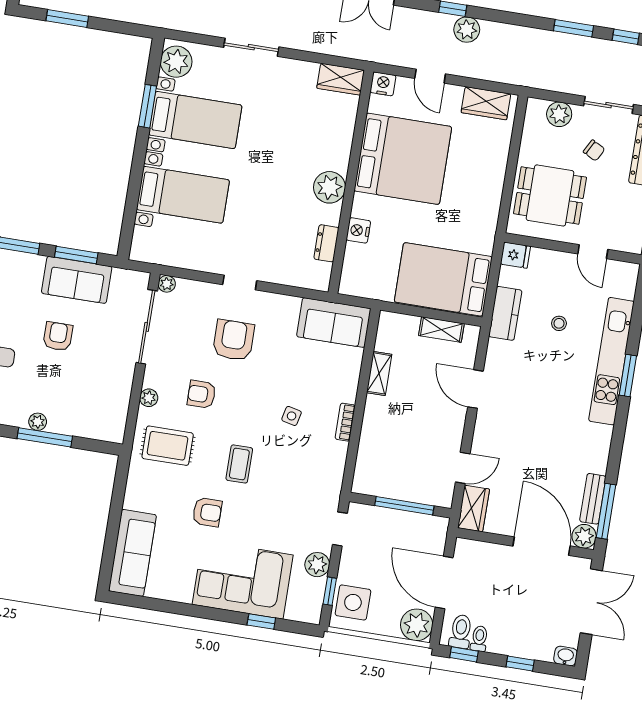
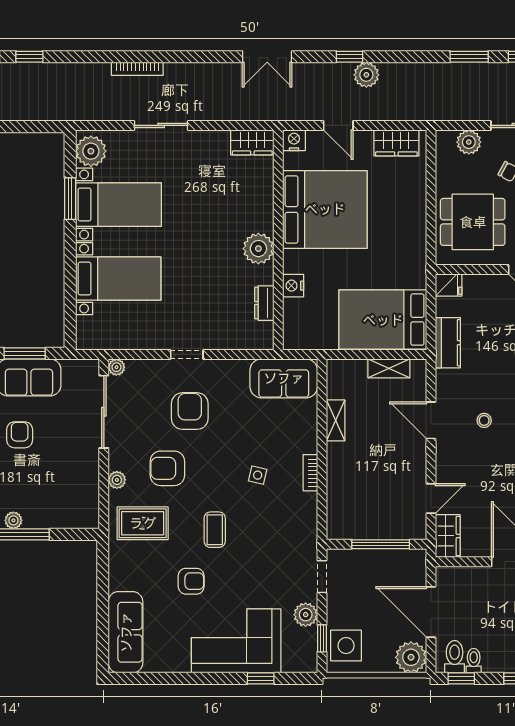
stool: (559, 323) -> (484, 420), moved
armchair: (202, 394) -> (167, 468), width x1.38, depth x1.38

